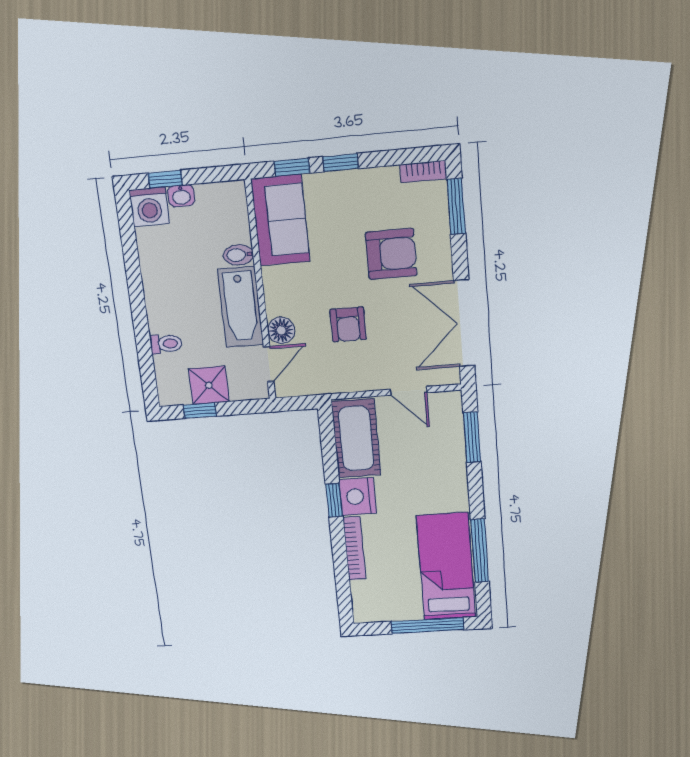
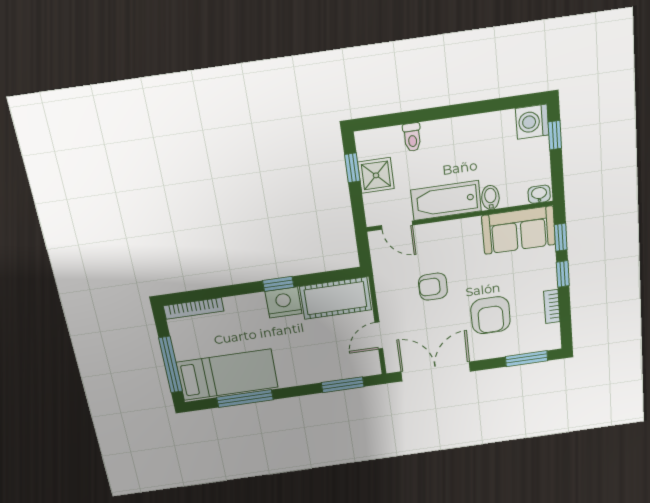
bookcase: (423, 172) -> (552, 306), moved
washbasin: (181, 196) -> (539, 194), moved, turned 90
floor lamp: (281, 330) -> (427, 234), removed
bookcase: (354, 548) -> (194, 308), moved

